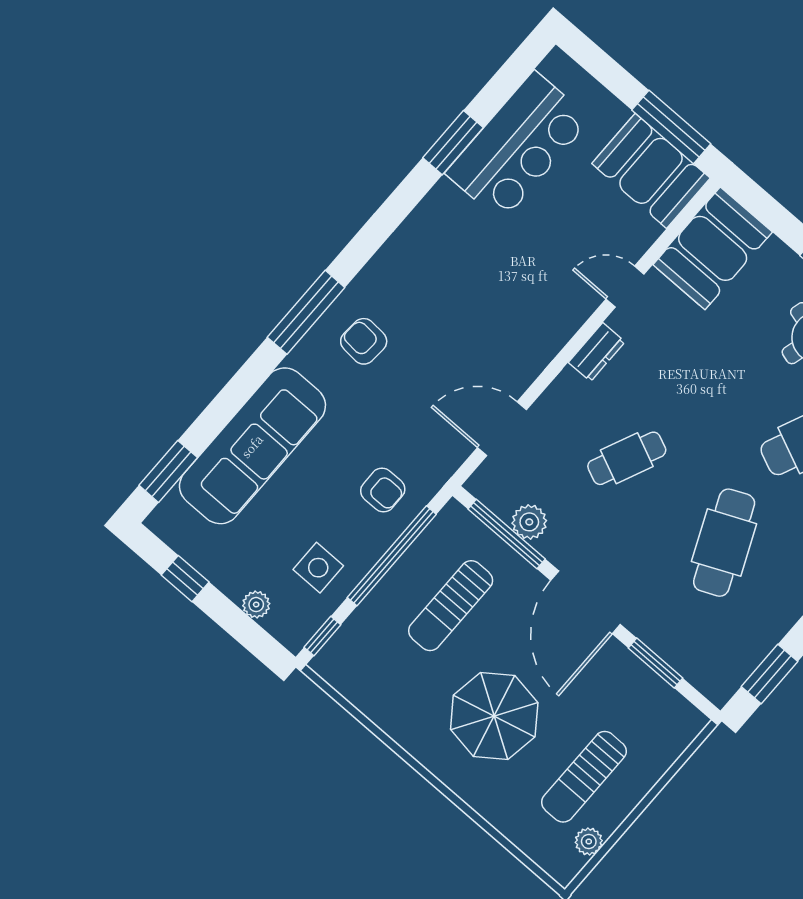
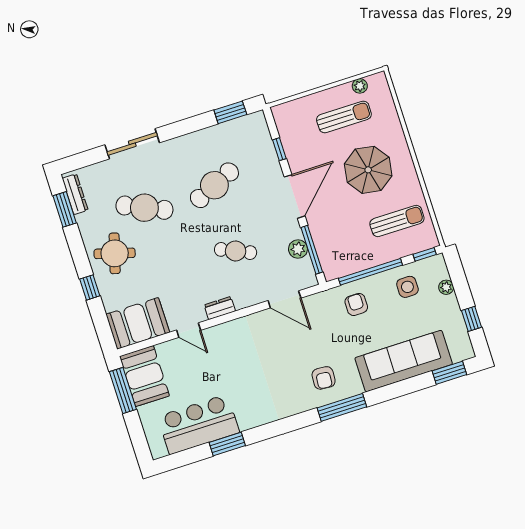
sun lounger: (451, 606) -> (397, 221), moved
window: (655, 663) -> (279, 149), width x0.67

